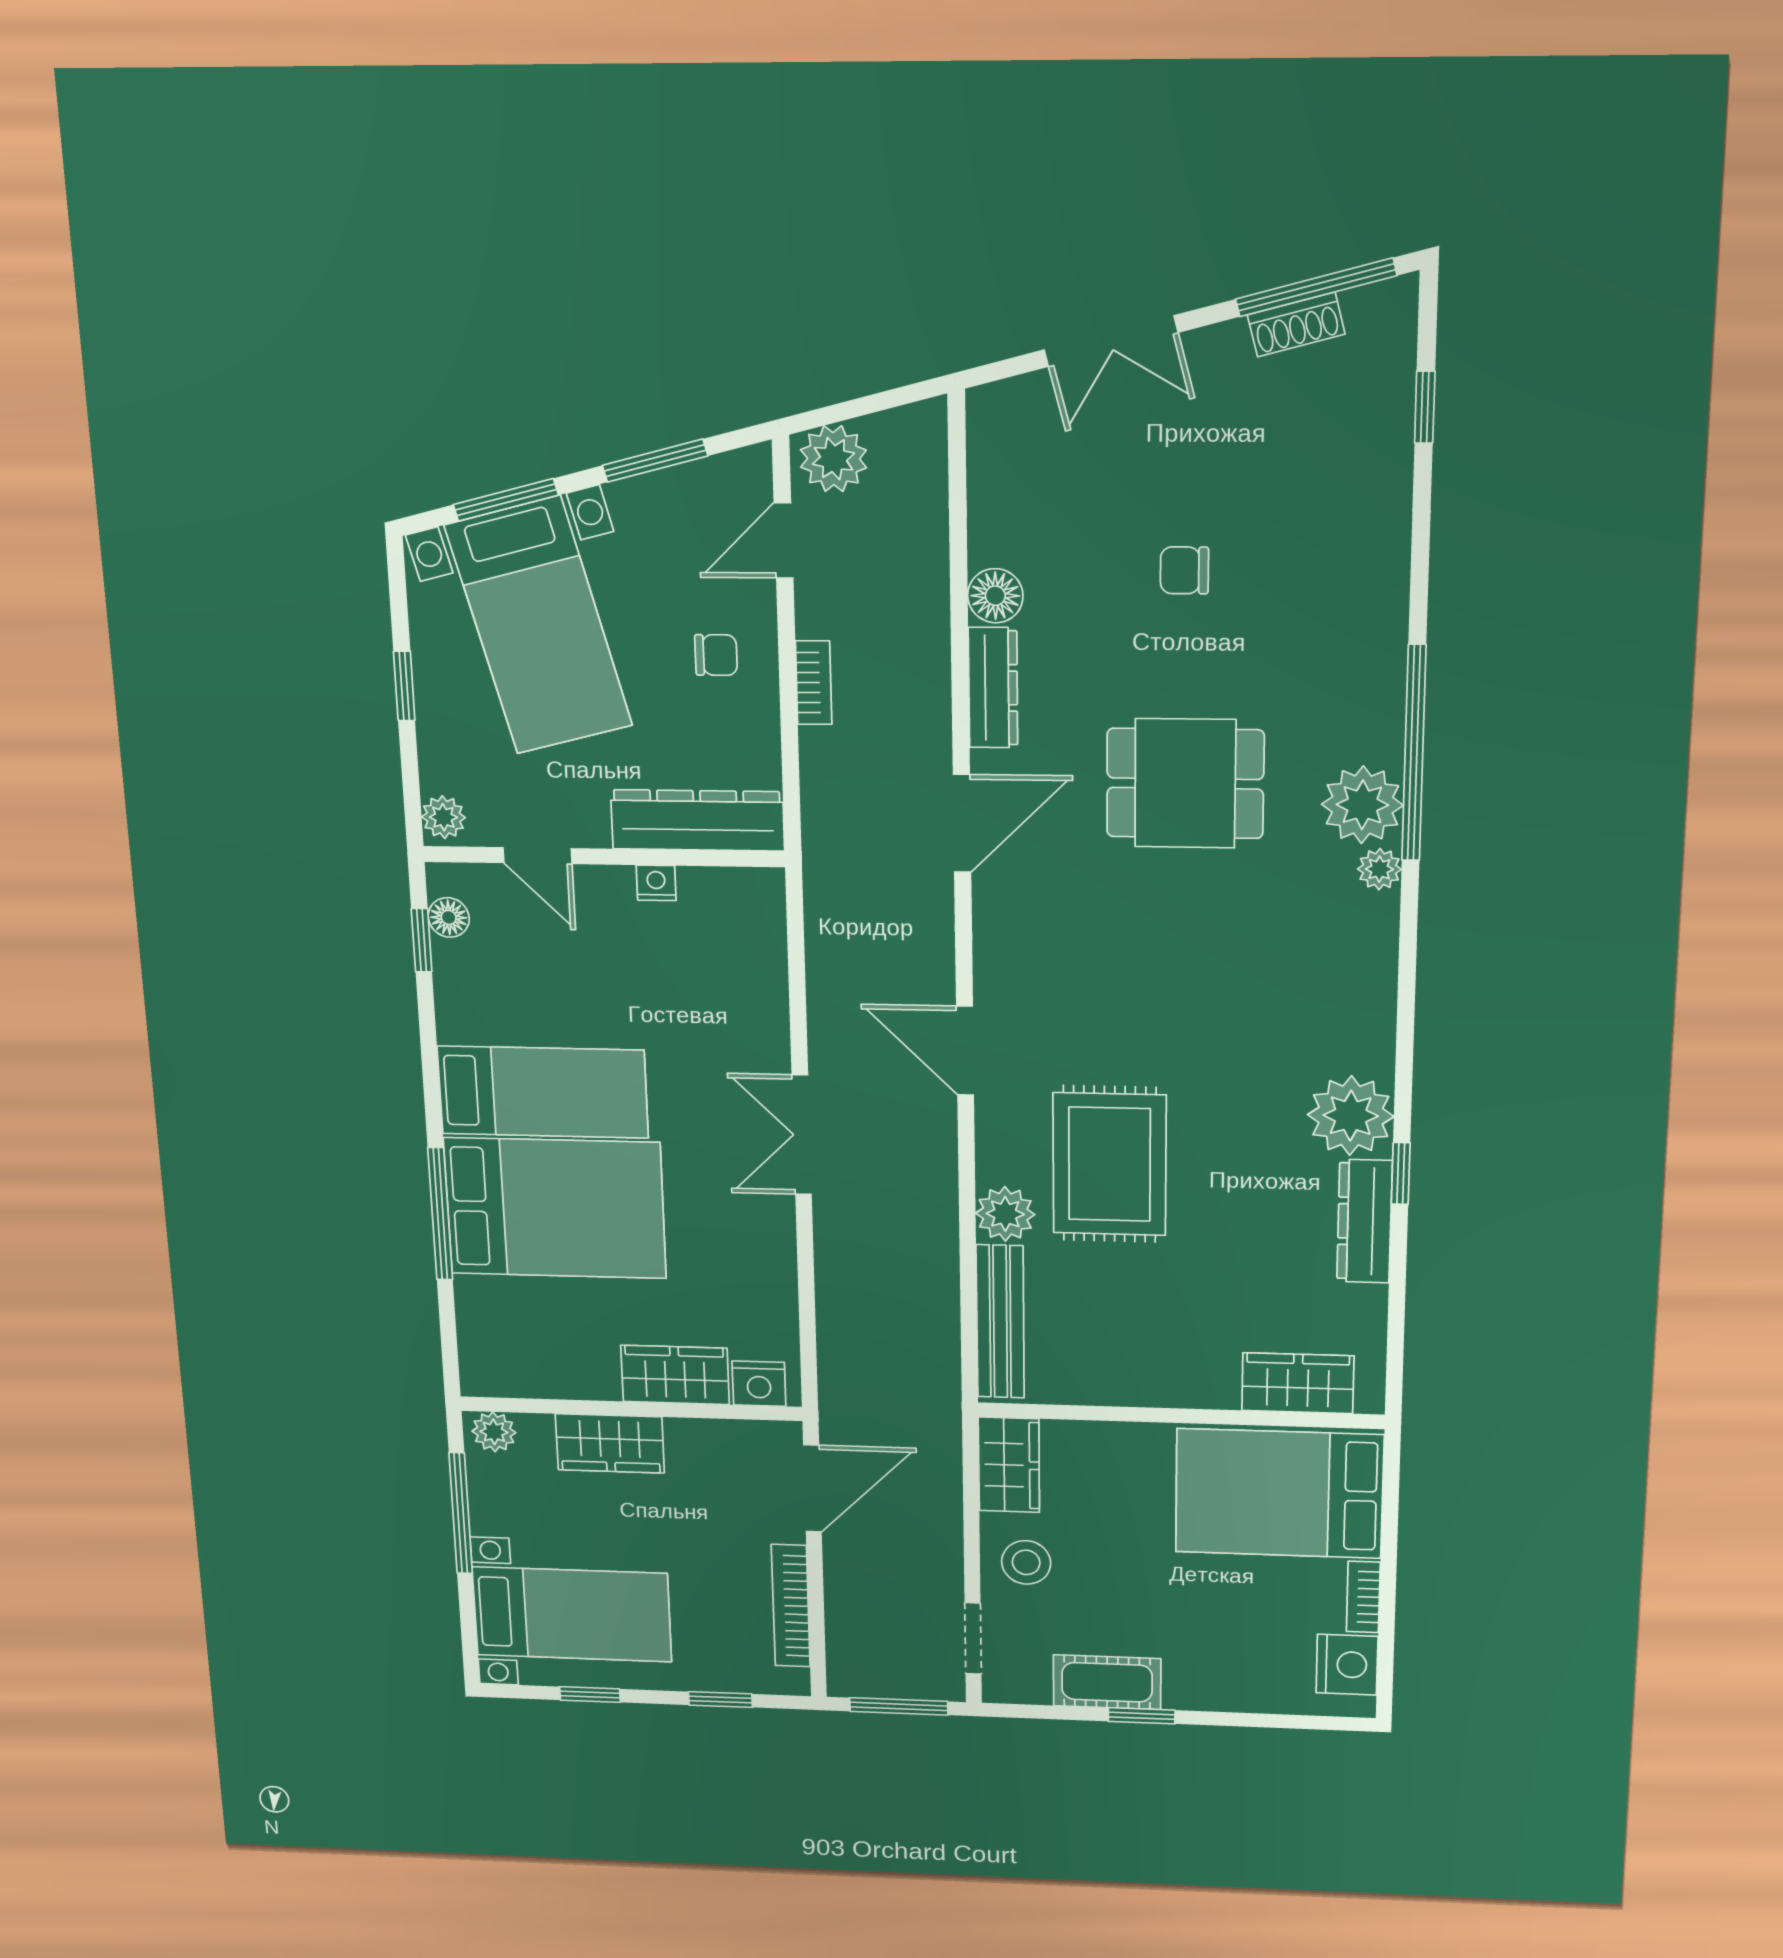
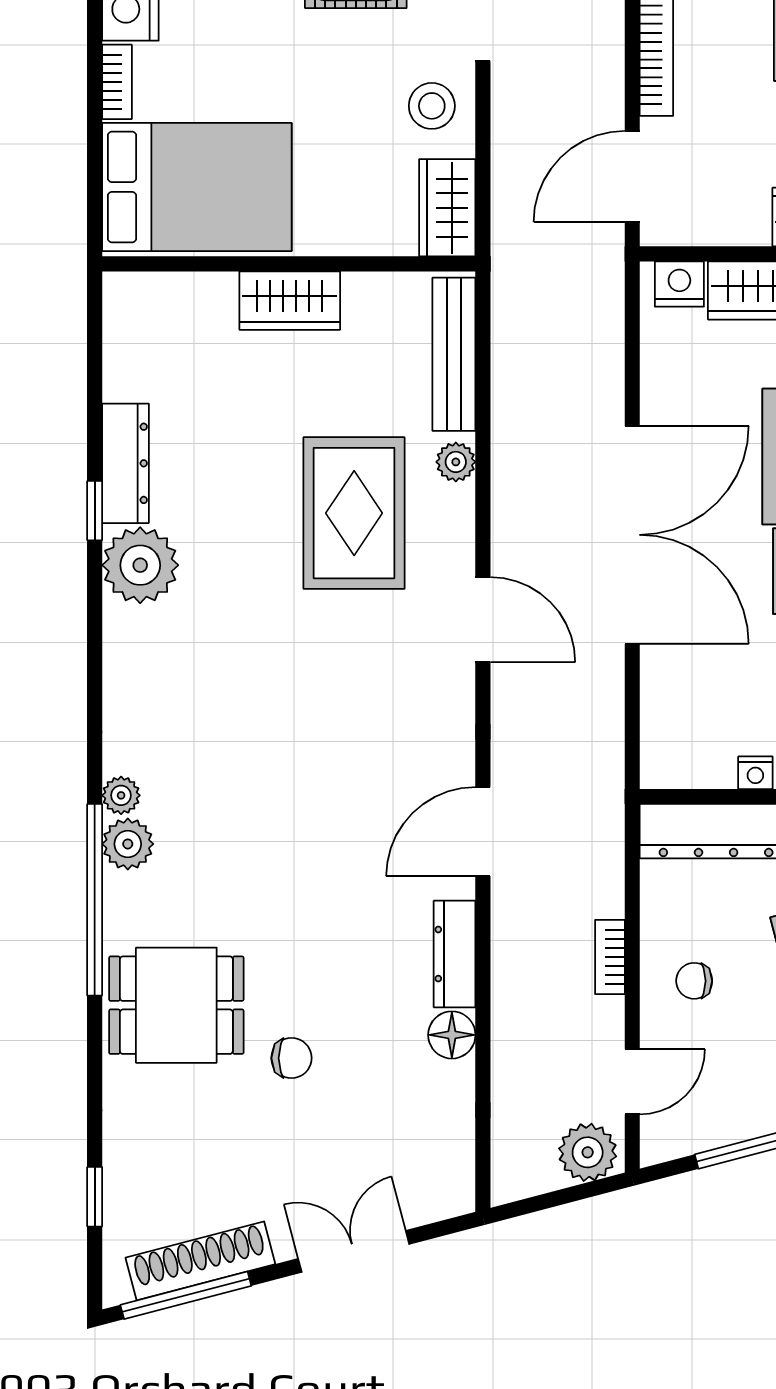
shoe rack: (1296, 325) -> (200, 1261), width x1.94, depth x1.24
dining table: (1185, 783) -> (176, 1005), moved
plant: (1362, 805) -> (128, 844), width x0.73, depth x0.73
double door: (802, 1135) -> (632, 535), width x1.87
plant: (1005, 1214) -> (456, 462), width x0.73, depth x0.73
wardrobe: (1298, 1383) -> (290, 301), moved

